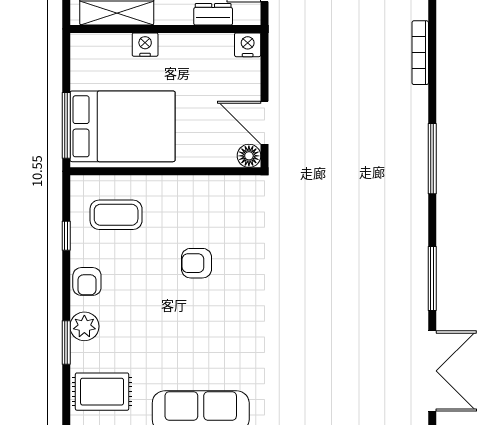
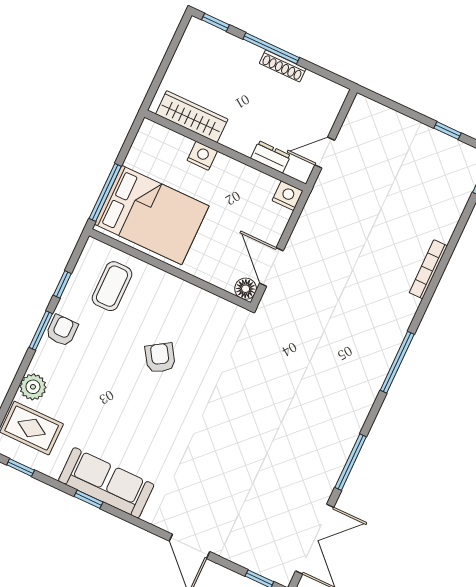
coffee table: (116, 215) -> (112, 286), turned 90
armchair: (196, 263) -> (160, 358), turned 57
armchair: (87, 281) -> (62, 330), turned 180
plant: (84, 326) -> (33, 387), moved
window: (66, 343) -> (41, 330), moved

